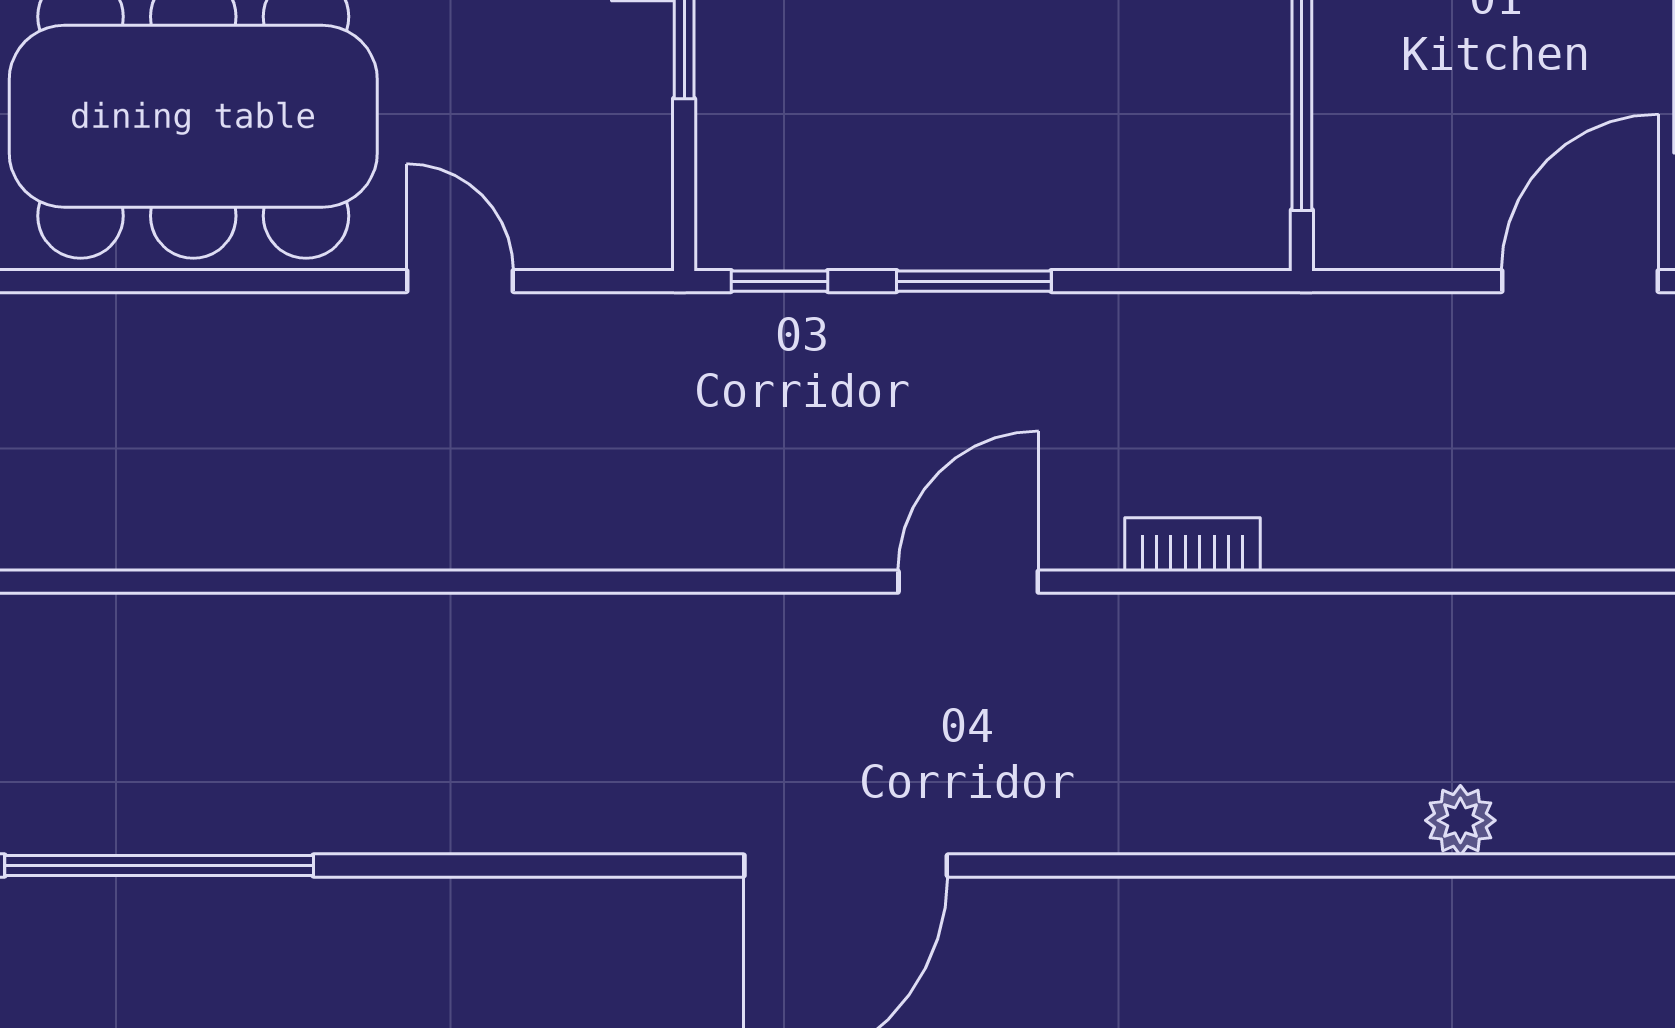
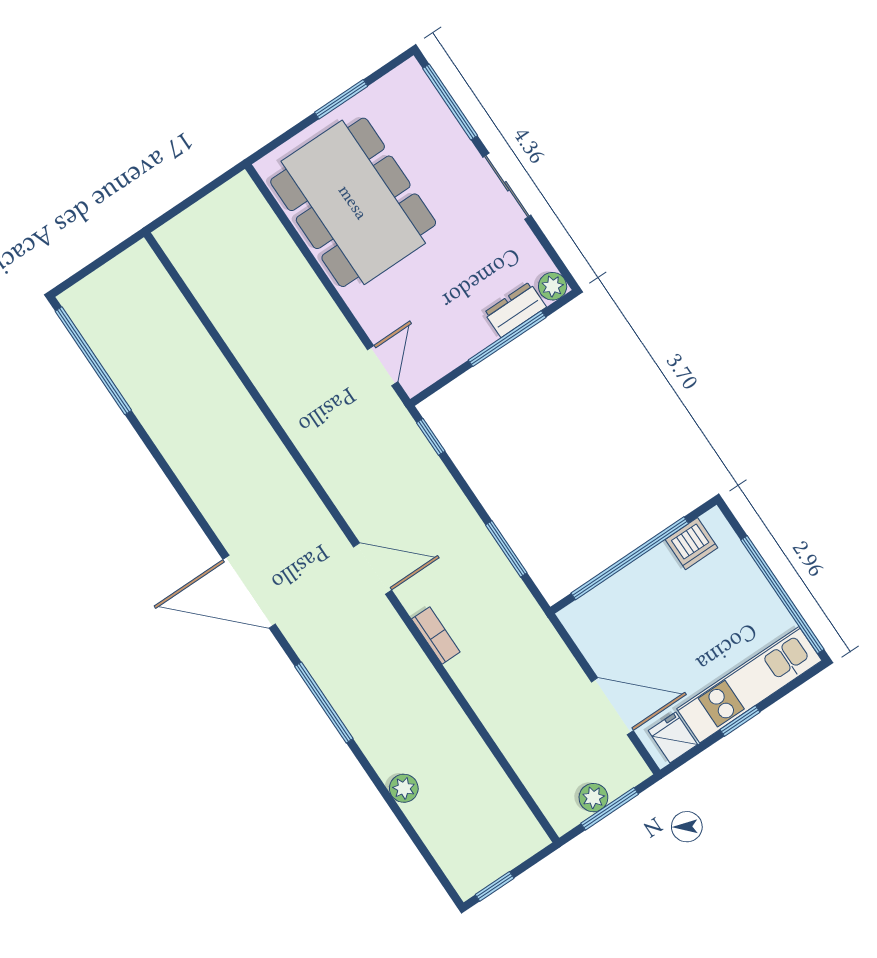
door: (460, 281) -> (383, 366), moved
window: (974, 281) -> (506, 549), moved
window: (1175, 865) -> (324, 703), added

